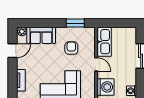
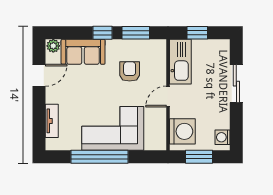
window: (54, 23) -> (103, 33), added
window: (115, 23) -> (197, 33), added
door: (96, 64) -> (168, 96), swing flipped

